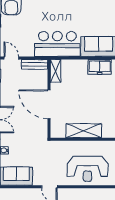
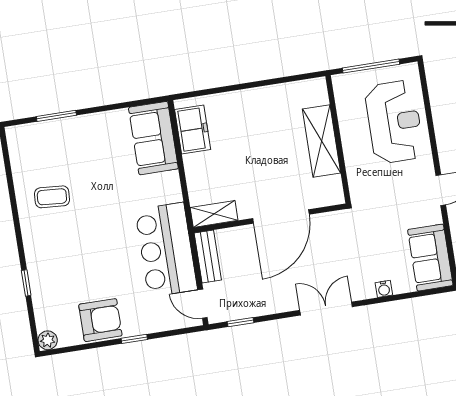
bar counter: (57, 44) -> (166, 250), moved
door: (11, 58) -> (203, 304), hinge flipped

